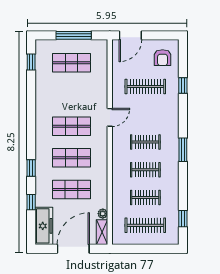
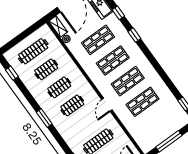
shop shelf: (71, 63) -> (143, 102), moved

